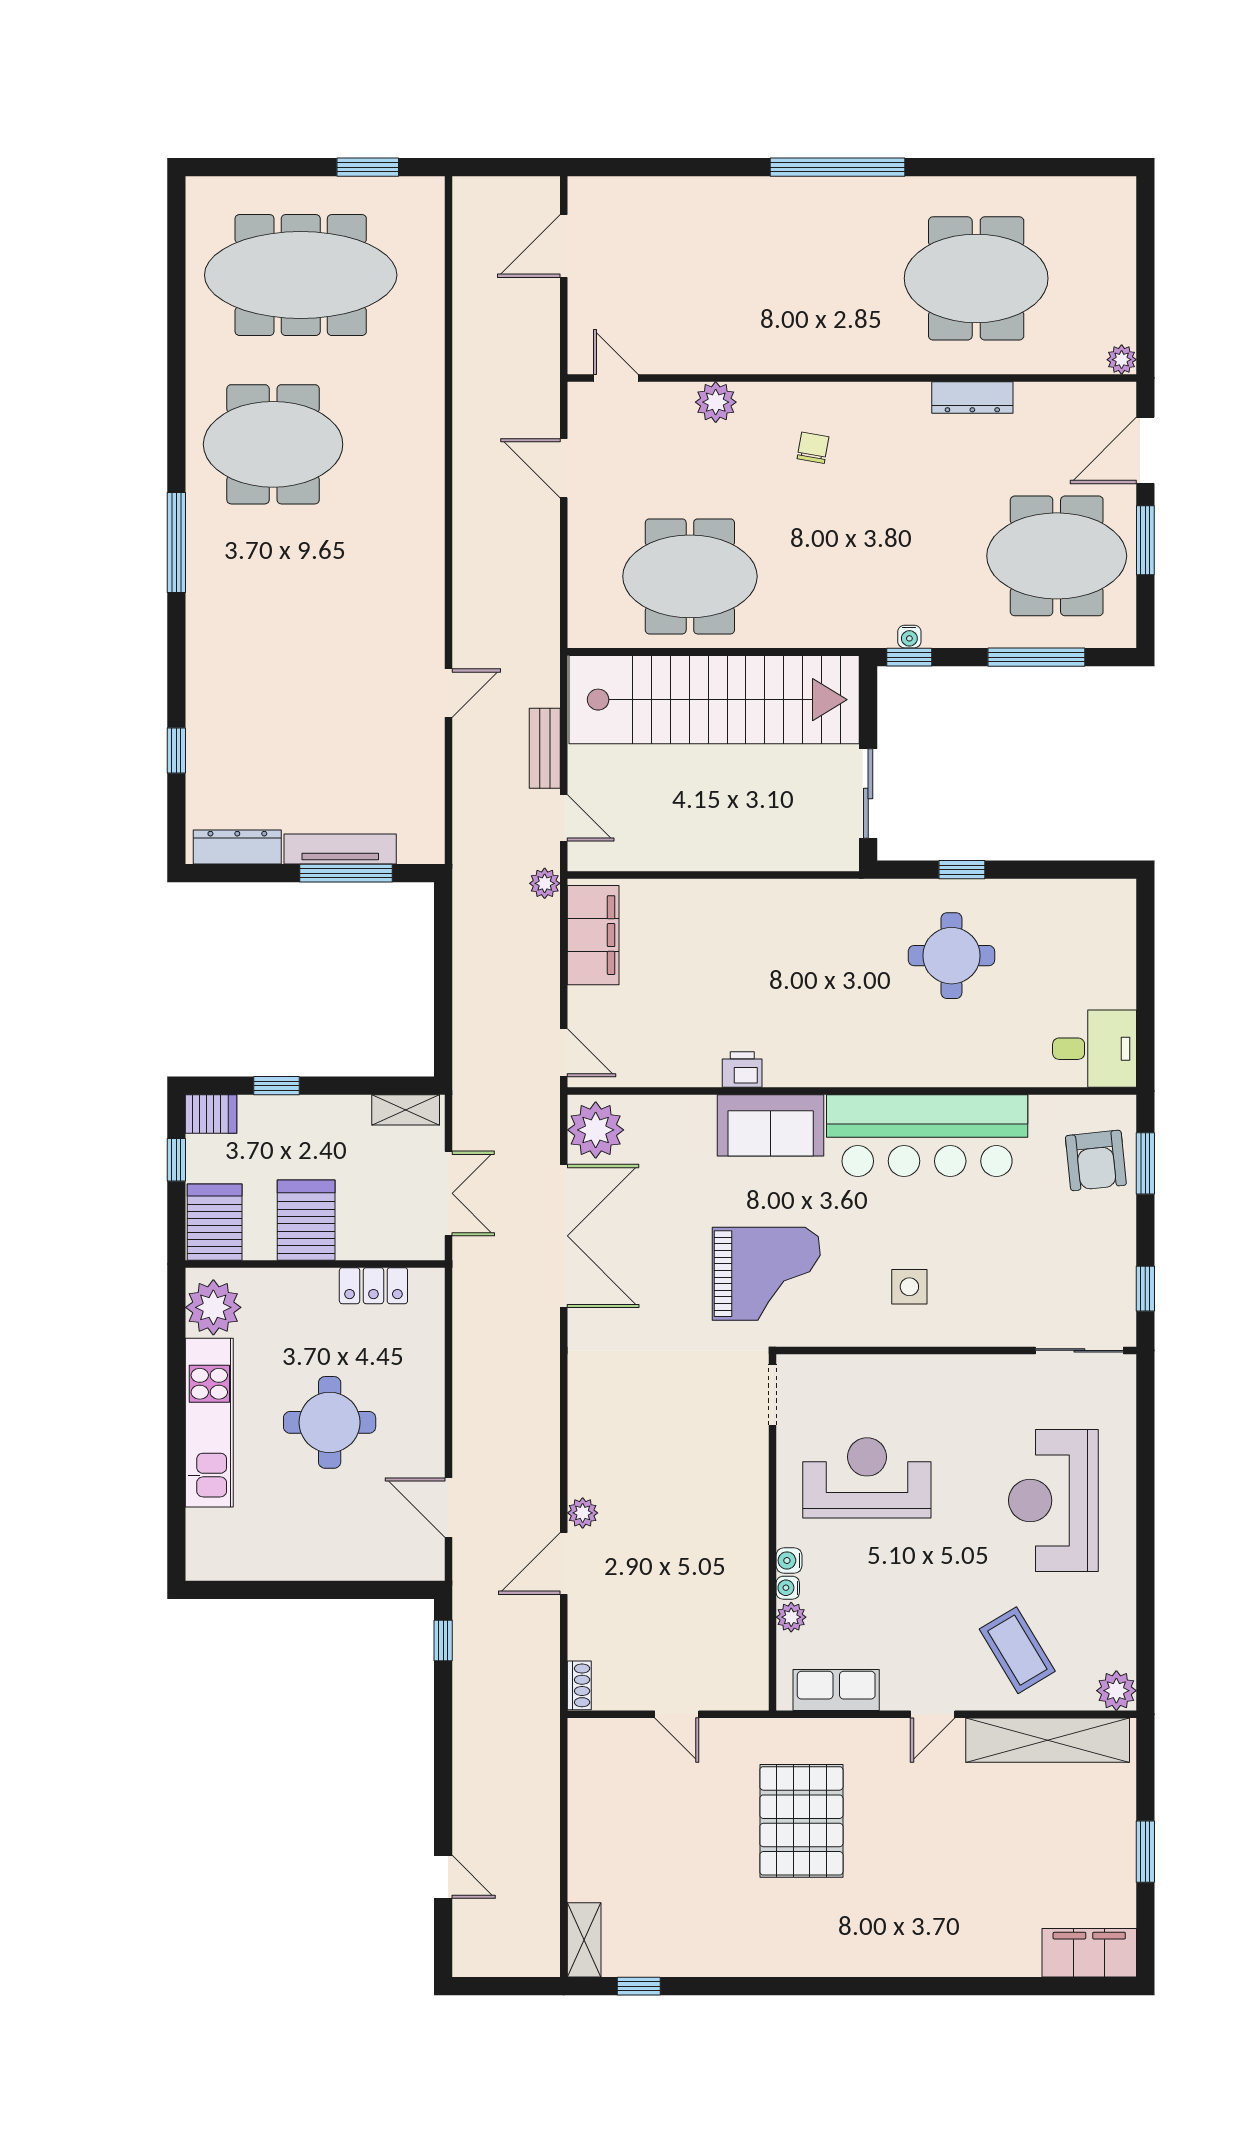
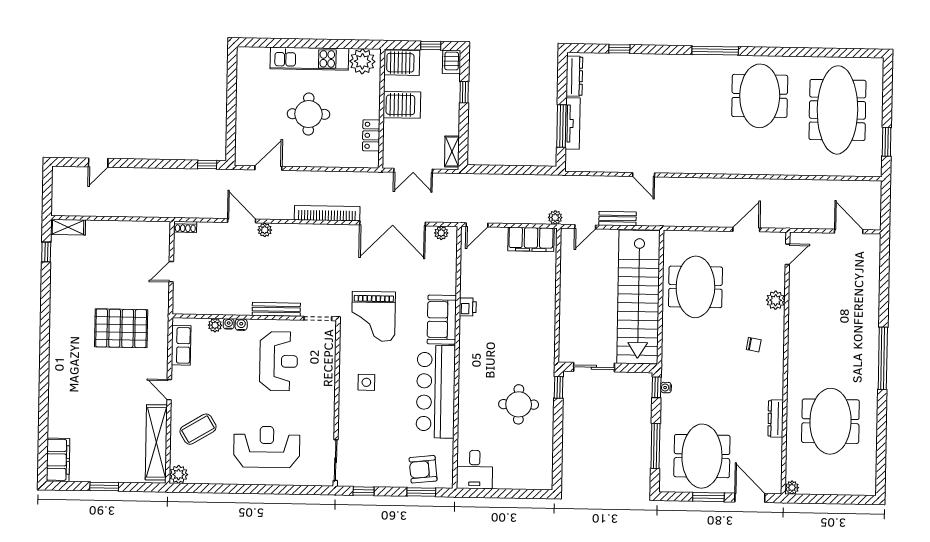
window: (962, 870) -> (559, 387), moved
plant: (596, 1130) -> (441, 233), width x0.53, depth x0.53
bookcase: (544, 1378) -> (327, 213), added
bench: (754, 1485) -> (276, 309), added

